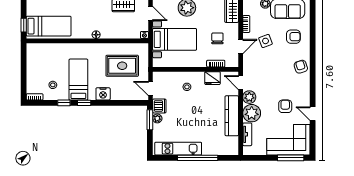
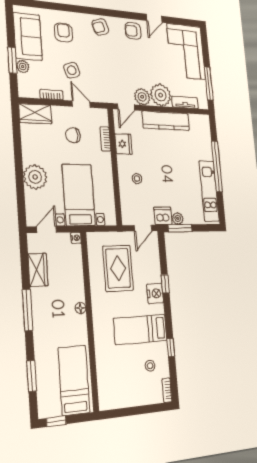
window: (24, 25) -> (56, 421), moved
window: (84, 103) -> (165, 284), moved
armchair: (285, 106) -> (133, 31), moved
window: (291, 158) -> (209, 84), moved

